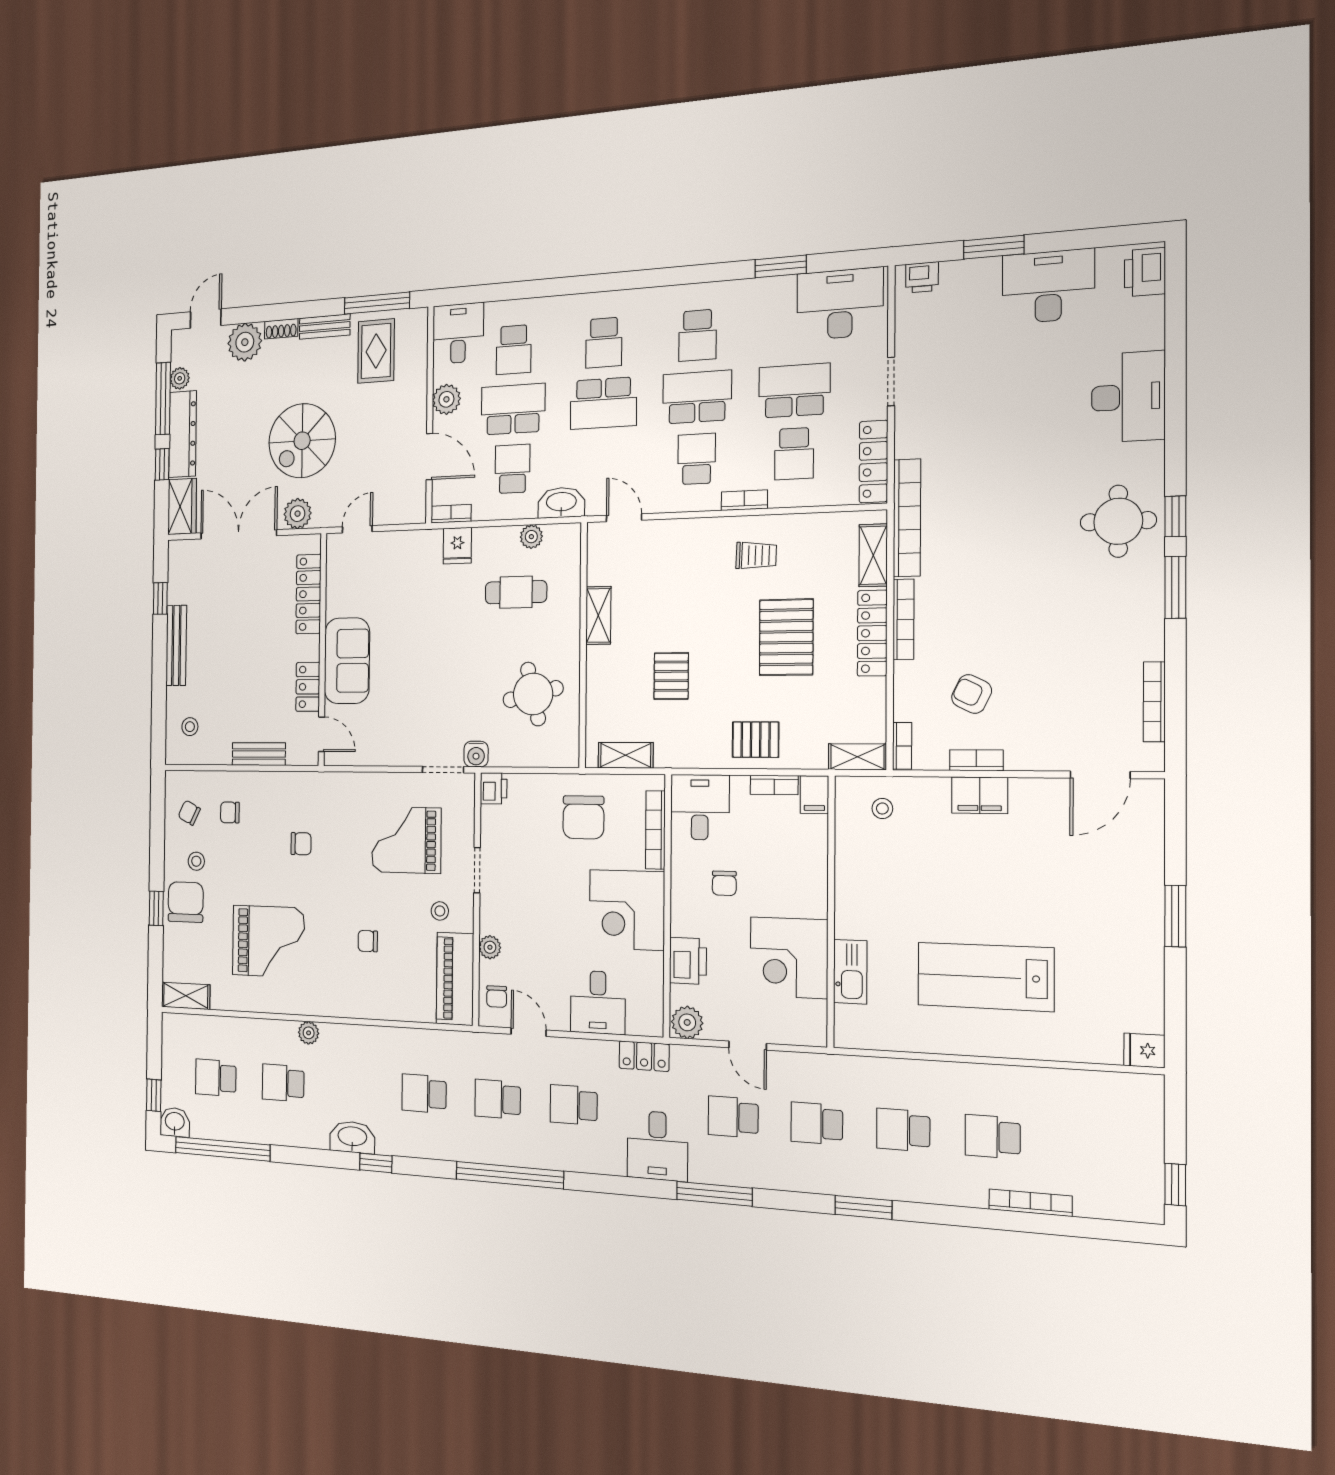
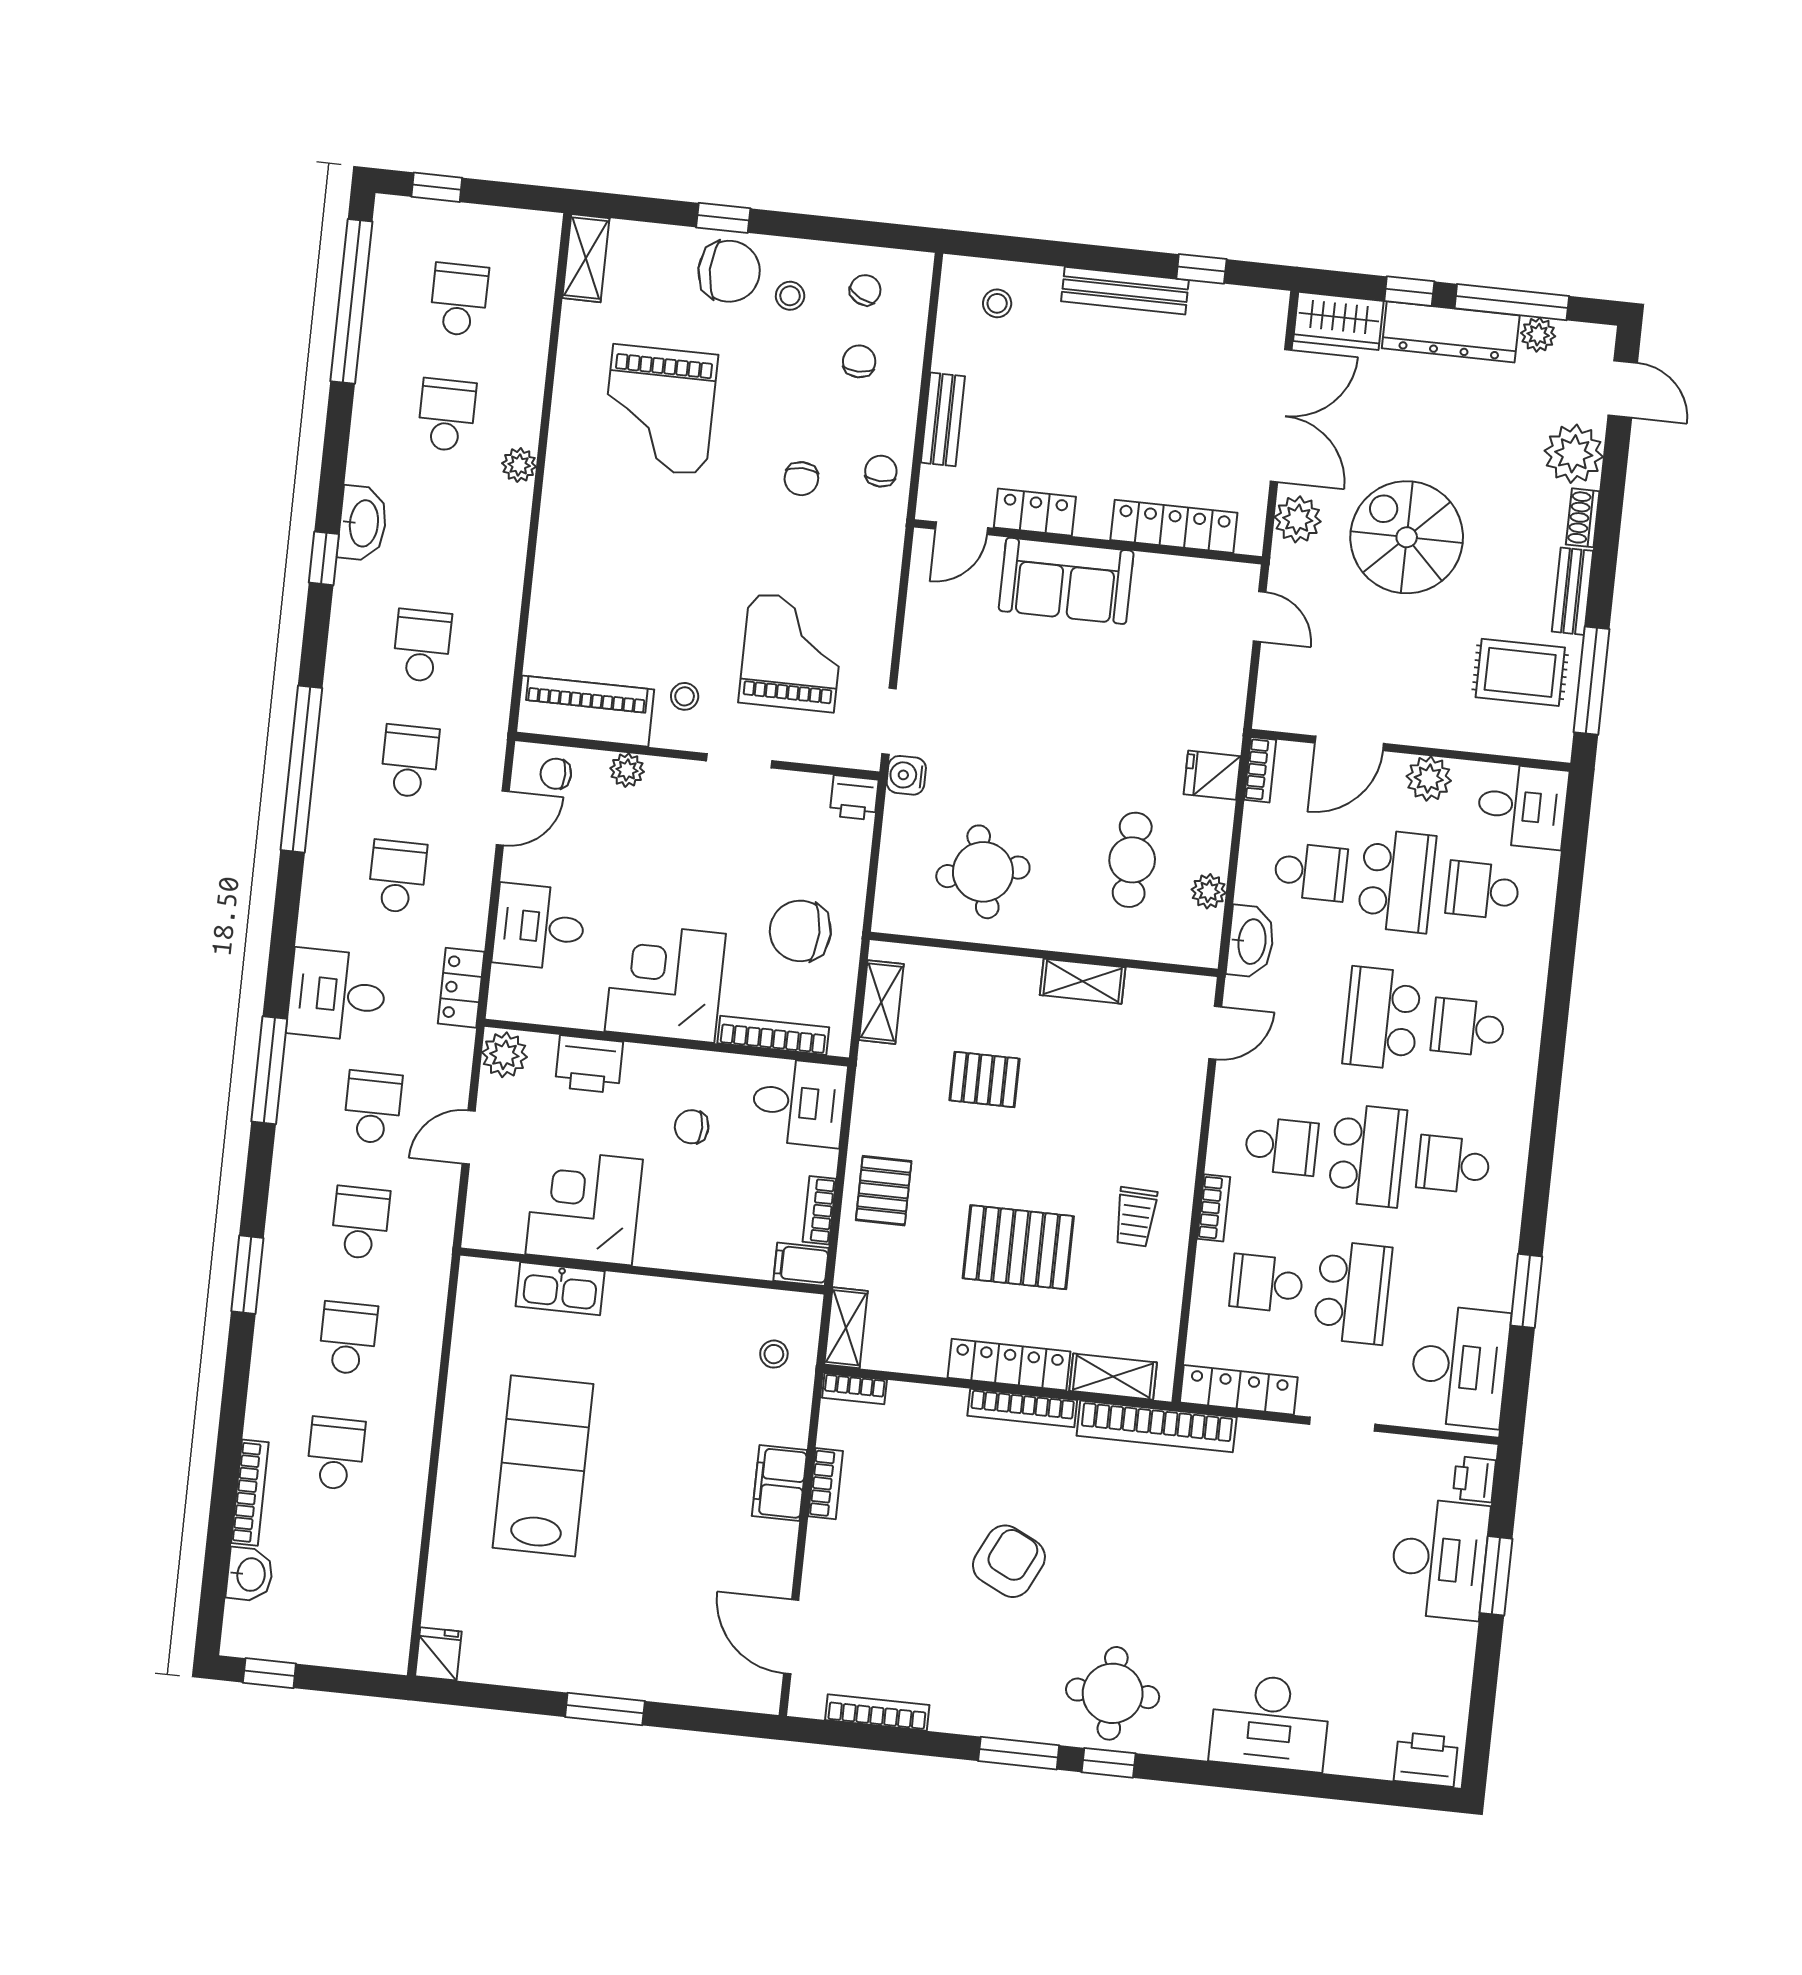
desk: (1048, 286) -> (1439, 1559), moved
armchair: (972, 694) -> (1009, 1561), moved, width x1.38, depth x1.38
chair: (368, 941) -> (881, 471), moved
washbasin: (175, 1122) -> (250, 1574), moved

